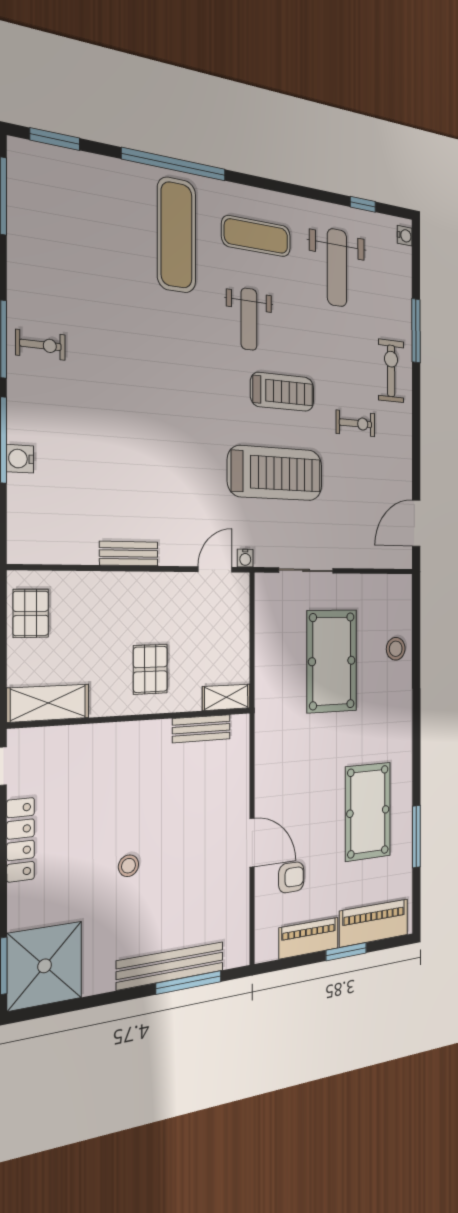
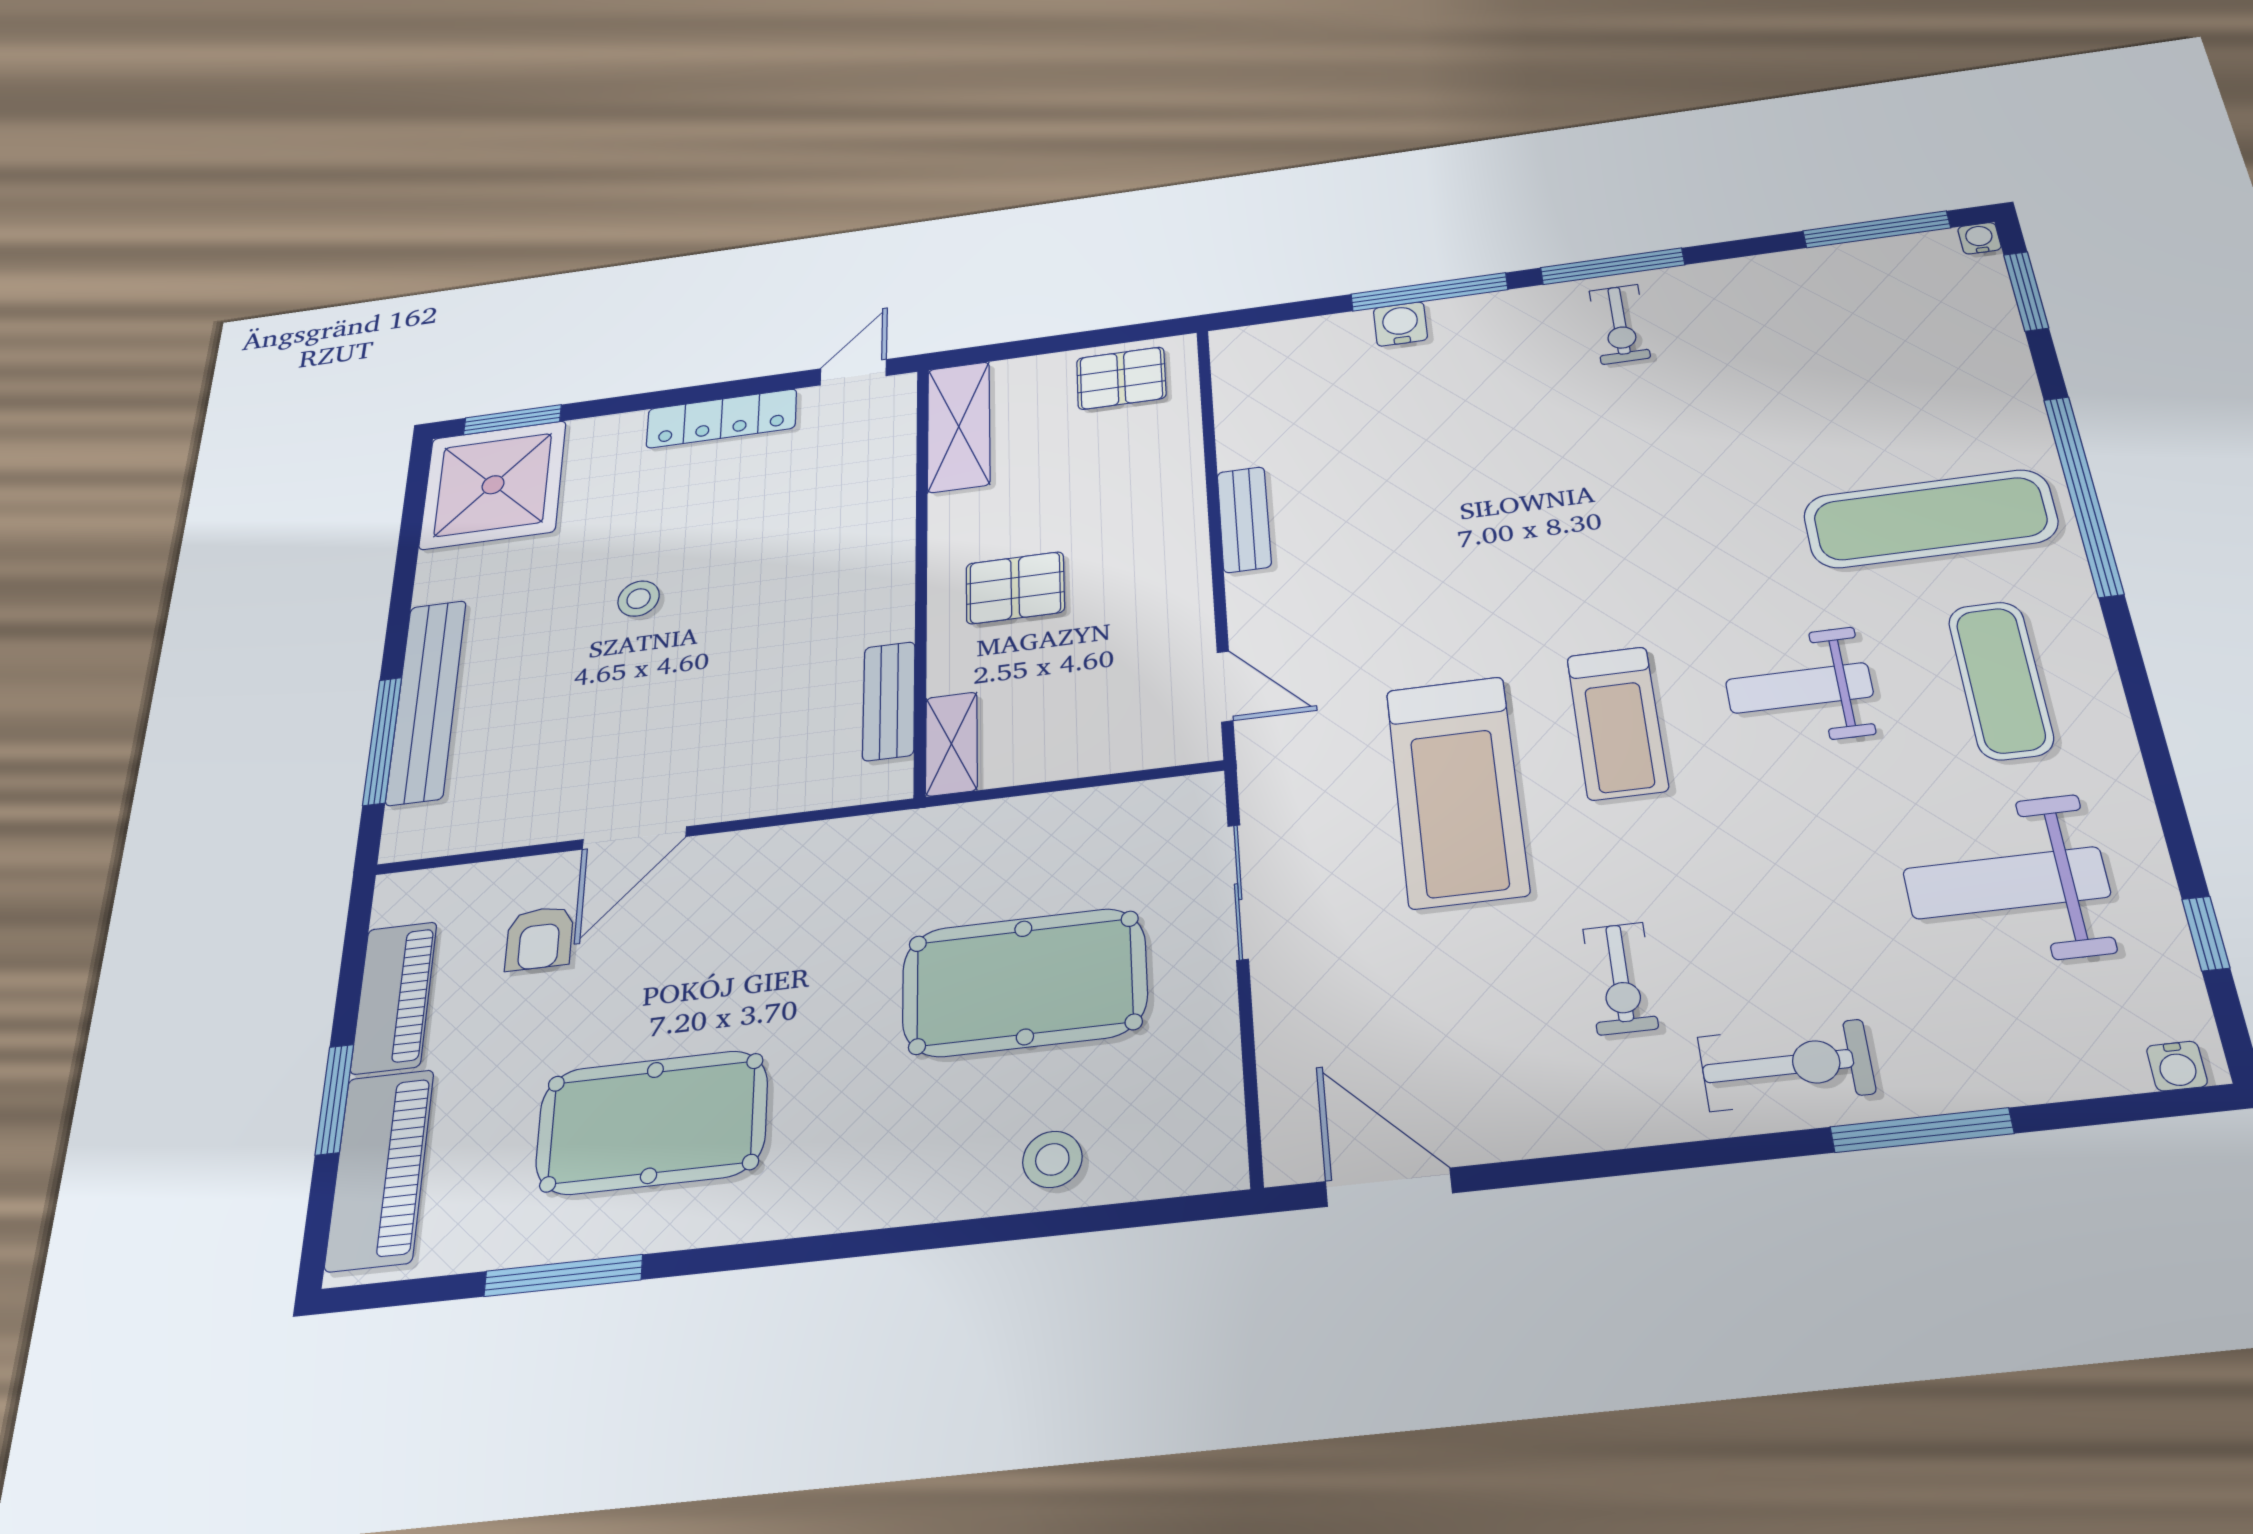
treadmill: (282, 392) -> (1617, 723), moved
water cooler: (245, 558) -> (1979, 238), moved, turned 90

